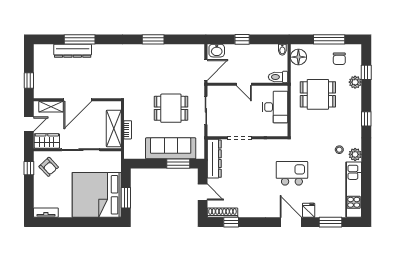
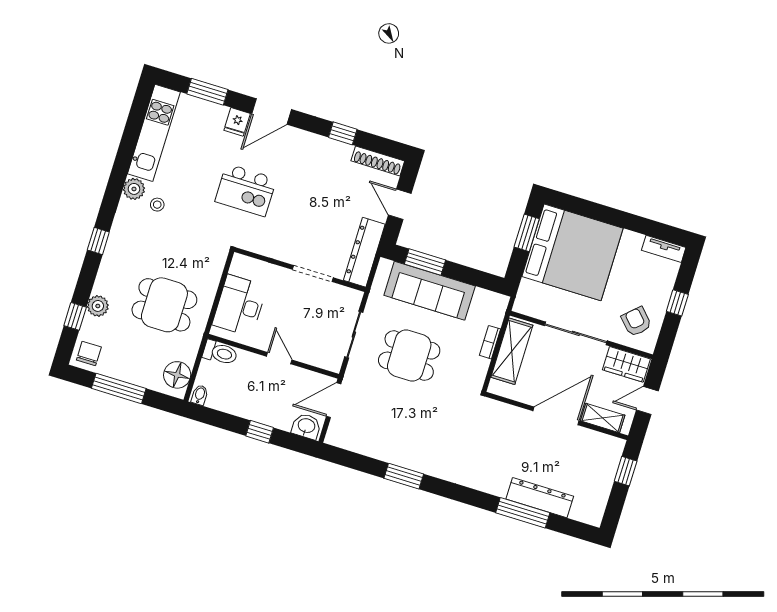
chair: (339, 59) -> (89, 353), moved
window: (29, 168) -> (677, 303), moved
window: (231, 222) -> (343, 133), moved
door: (291, 222) -> (272, 112), hinge flipped

